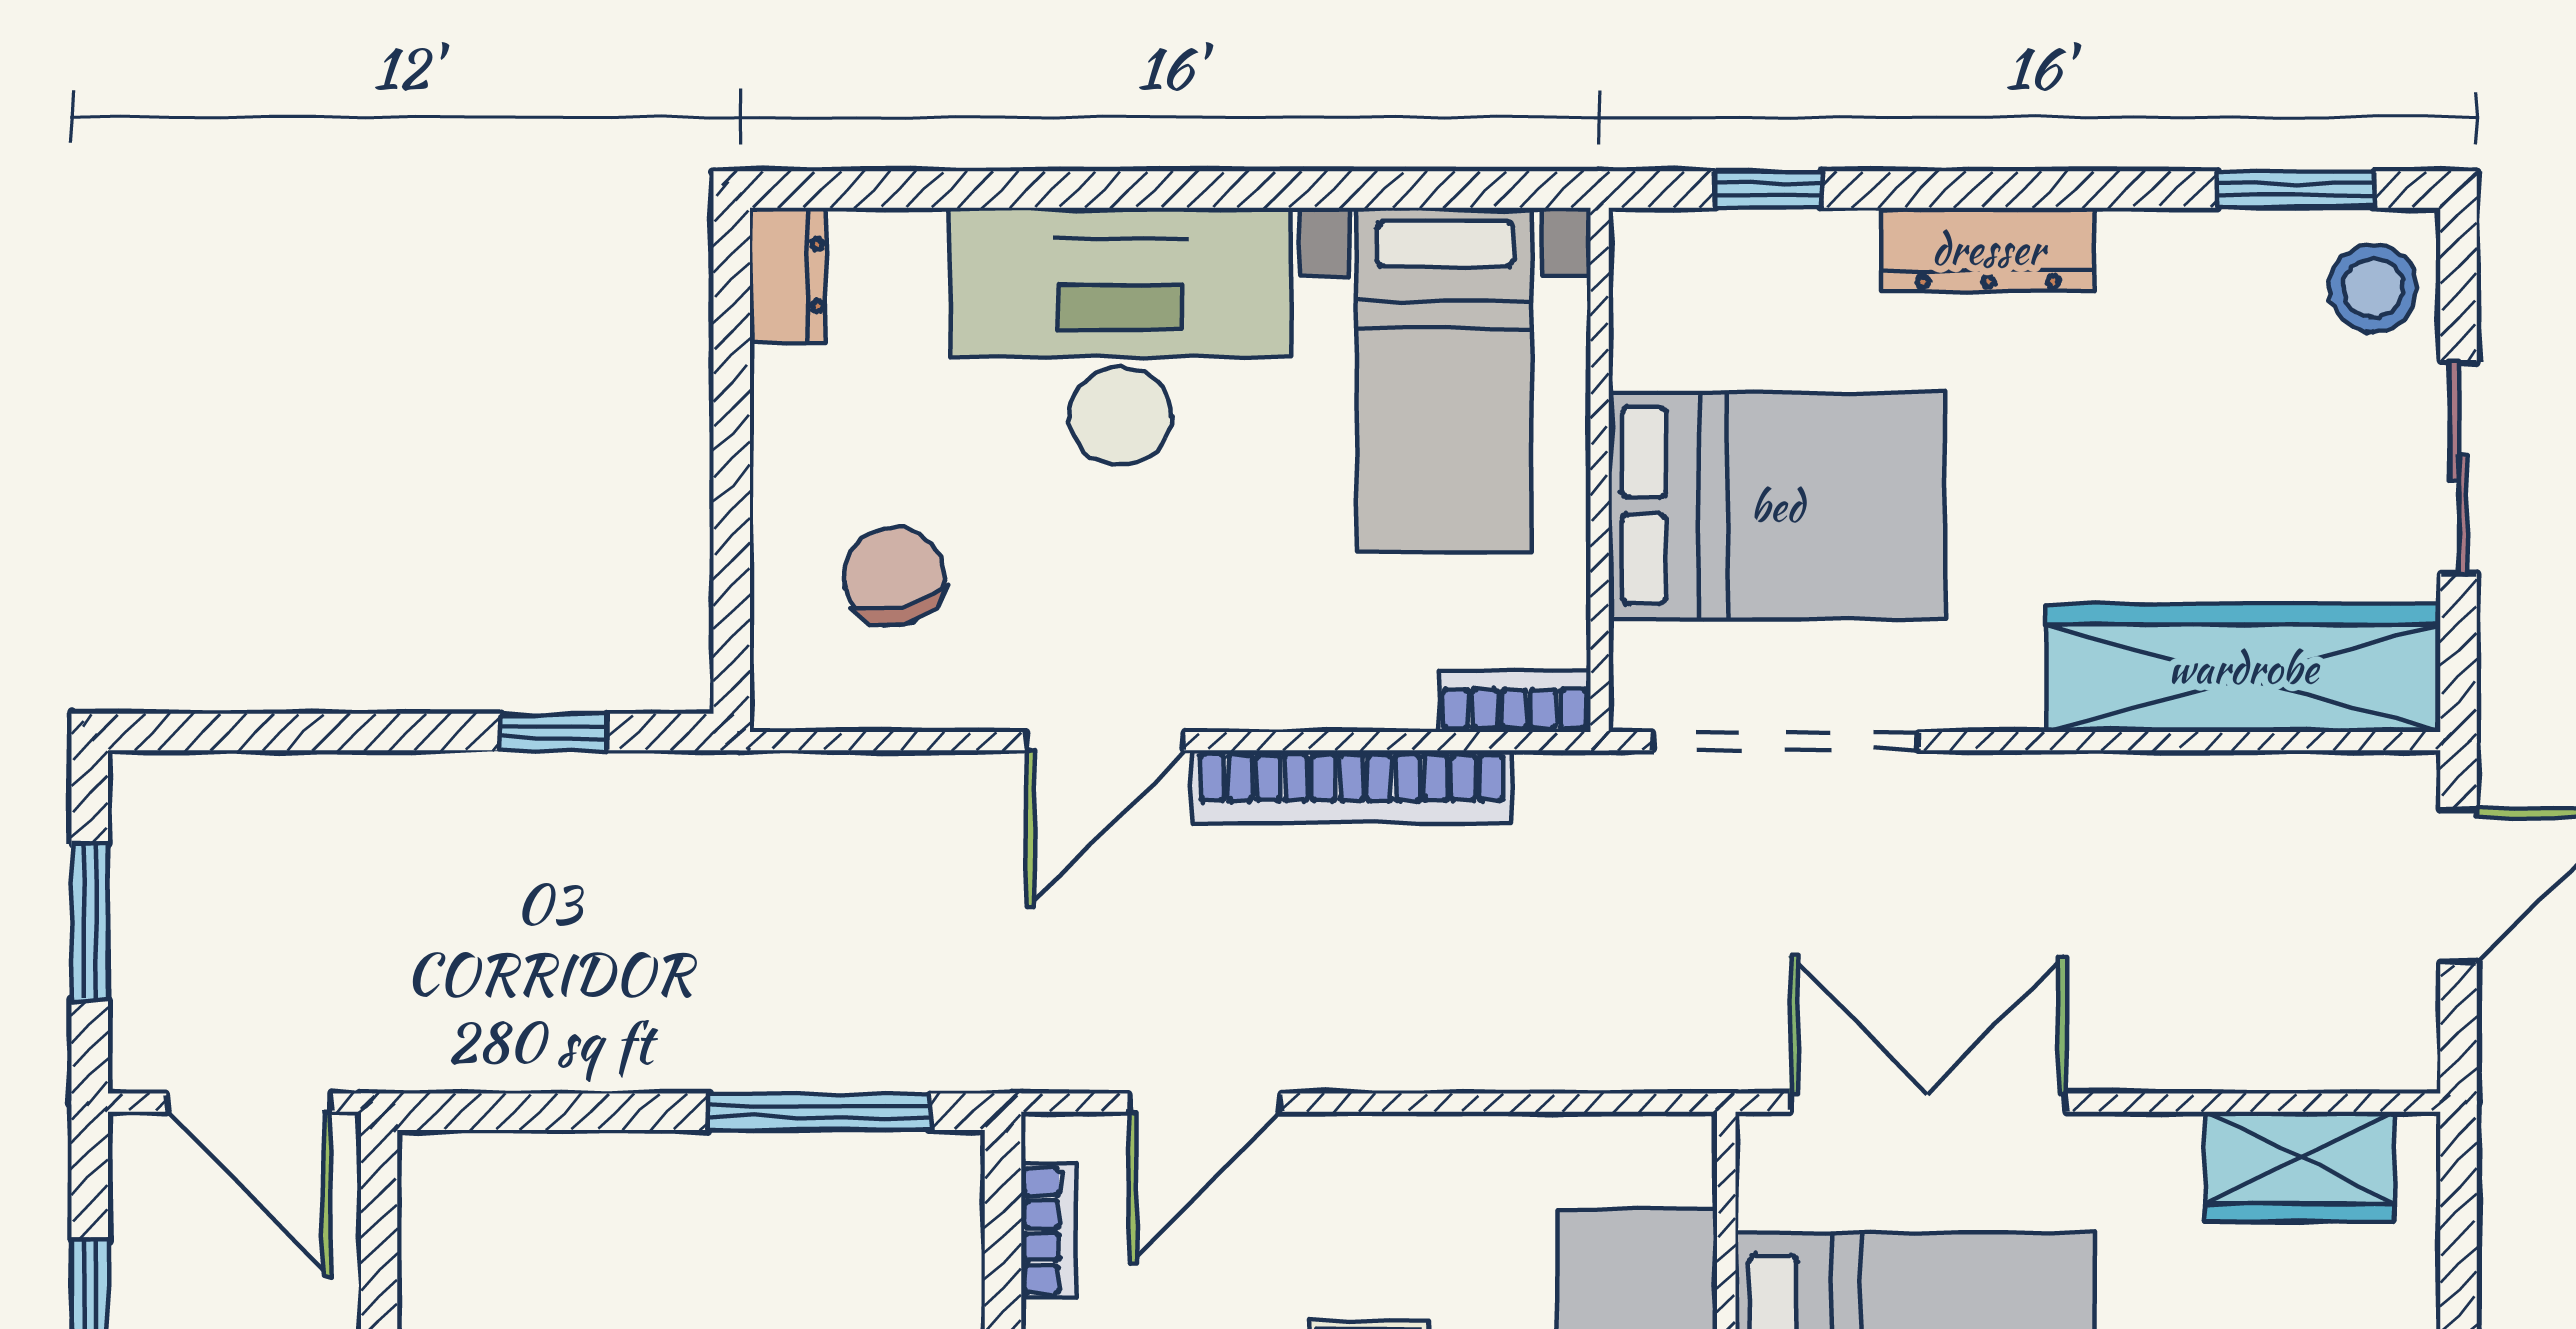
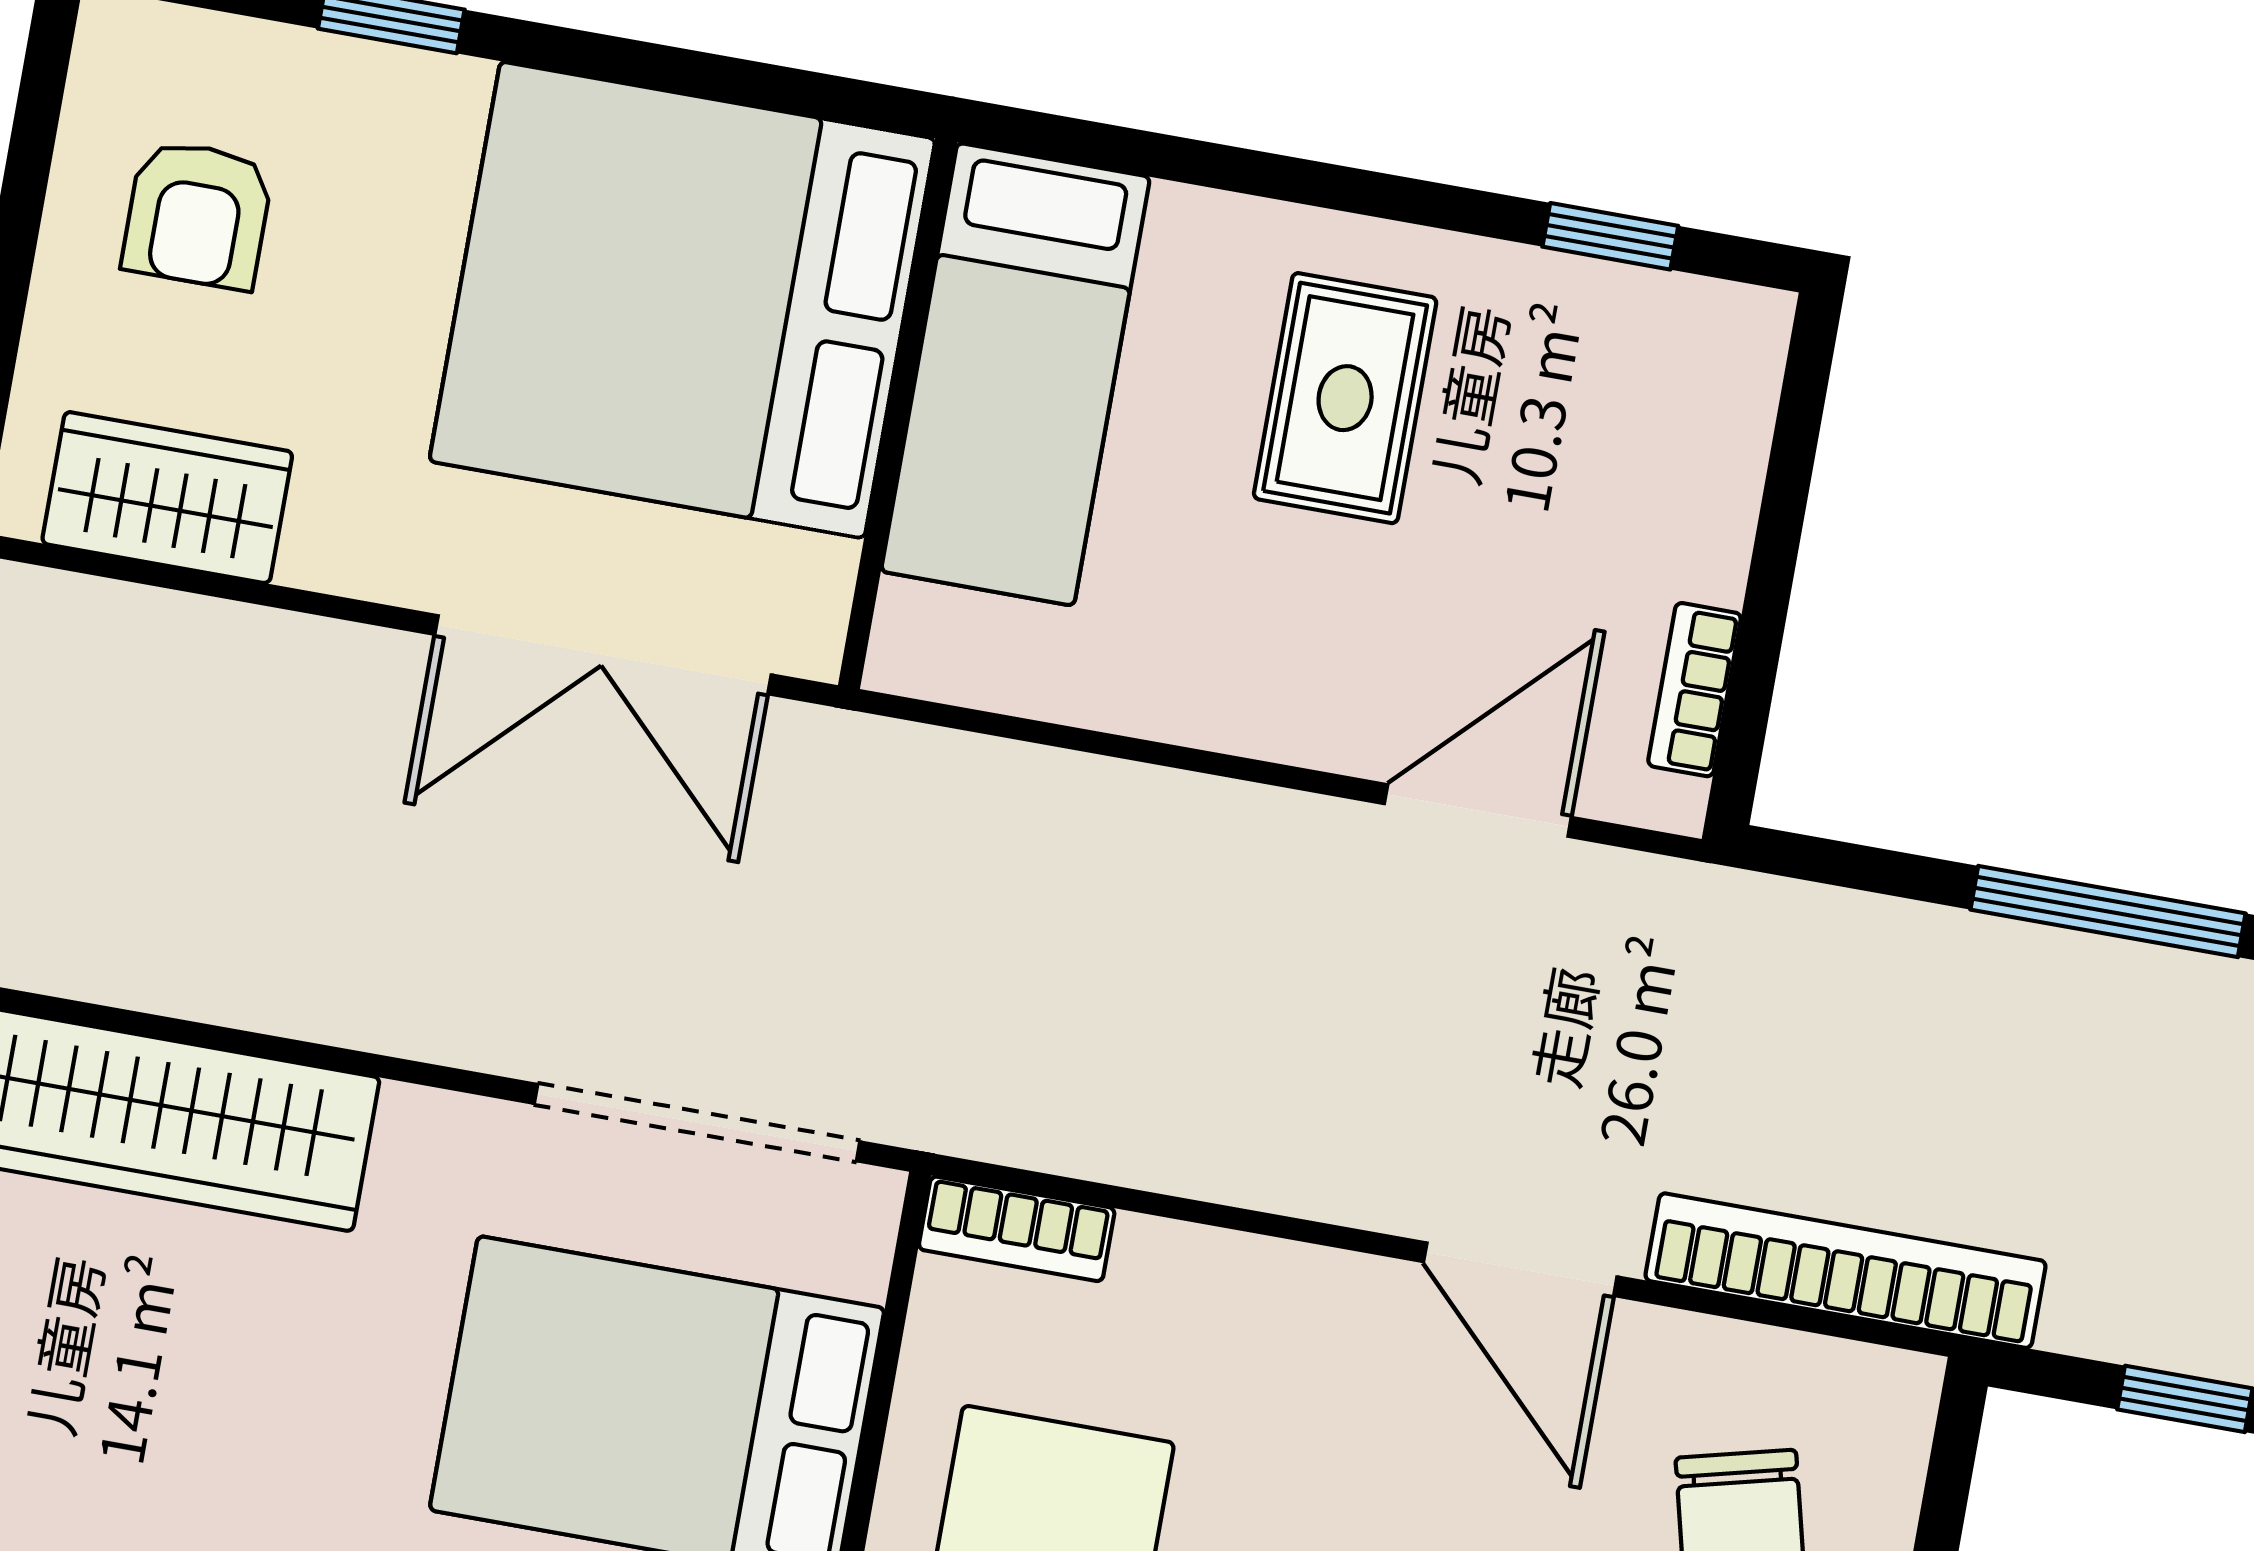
door: (1105, 741) -> (1520, 1269), swing flipped
bookcase: (1352, 786) -> (1845, 1271), moved
window: (819, 1112) -> (2108, 911), moved

